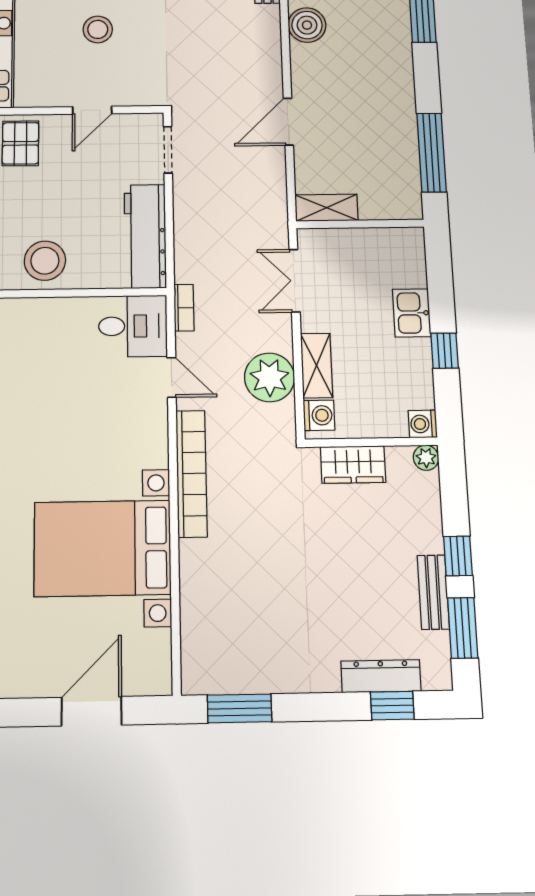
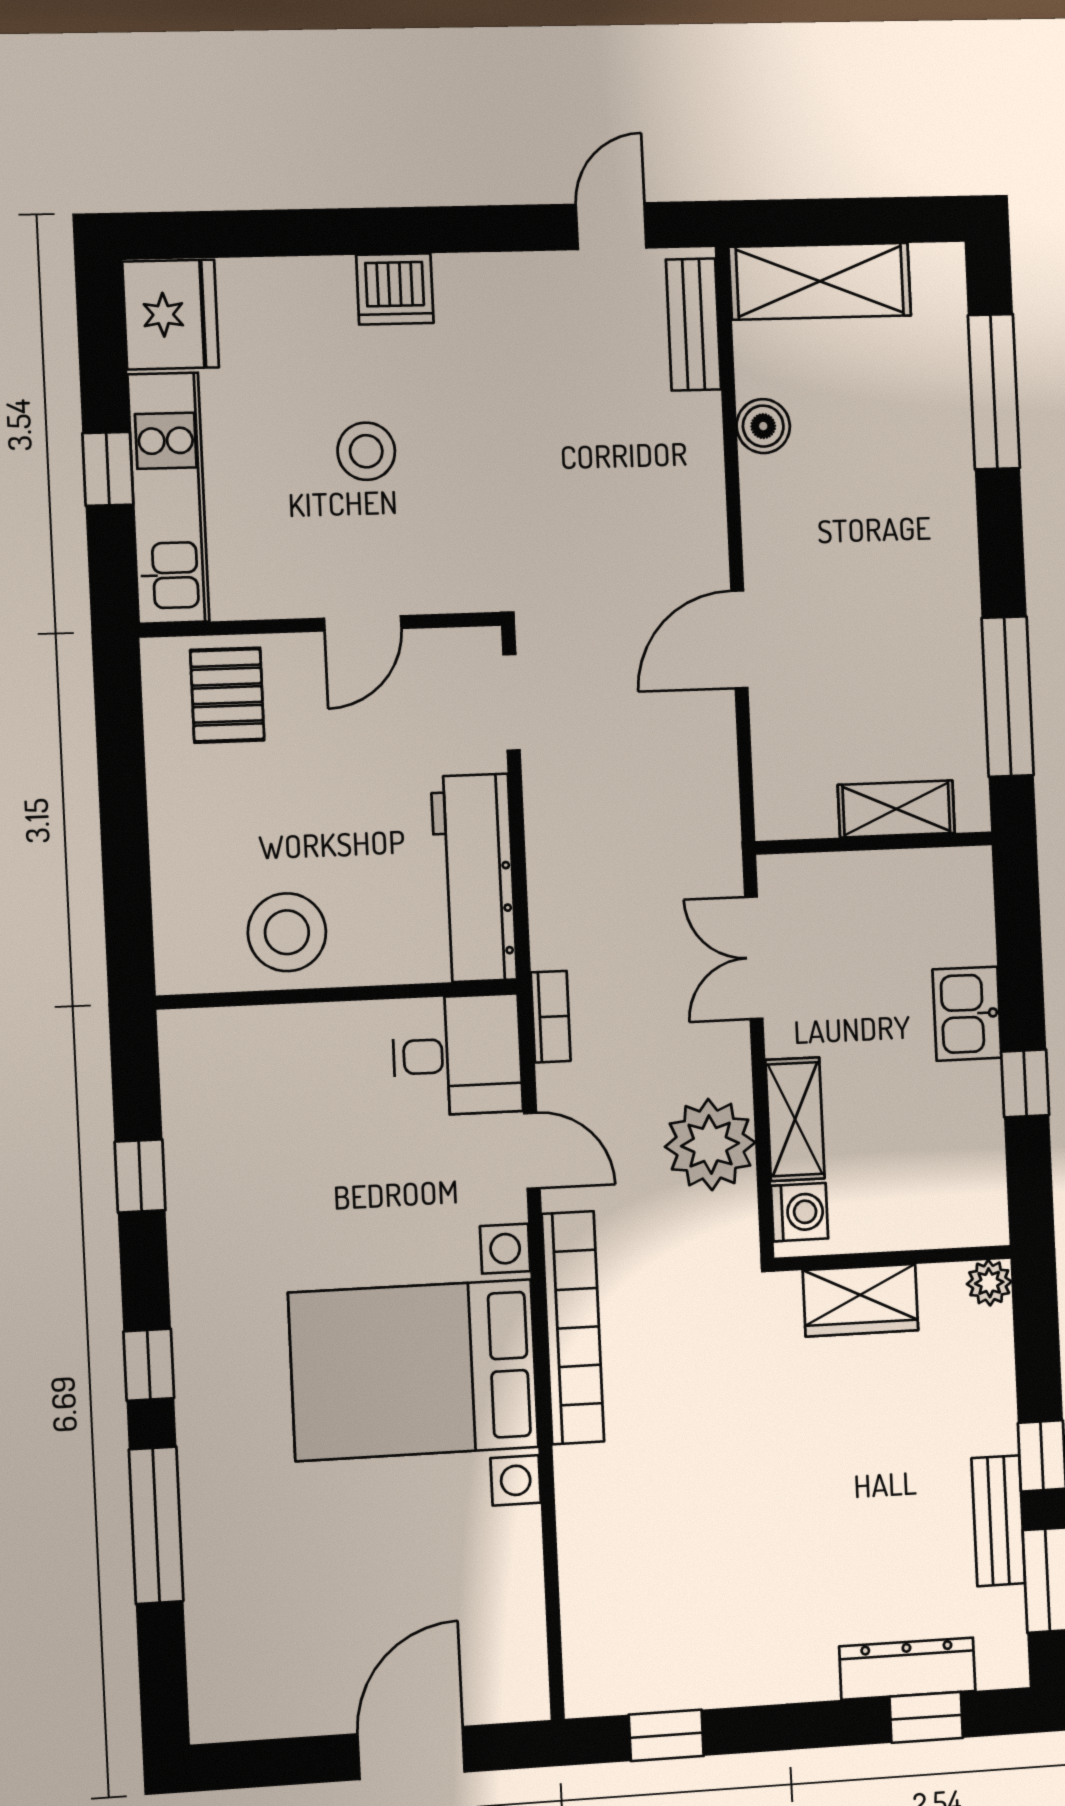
boiler: (307, 25) -> (763, 426), width x0.73, depth x0.73
shelving: (326, 208) -> (896, 809), moved
washing machine: (423, 424) -> (984, 1221), removed
bed with nightstands: (102, 548) -> (414, 1370), moved
window: (239, 708) -> (666, 1735), width x0.67

